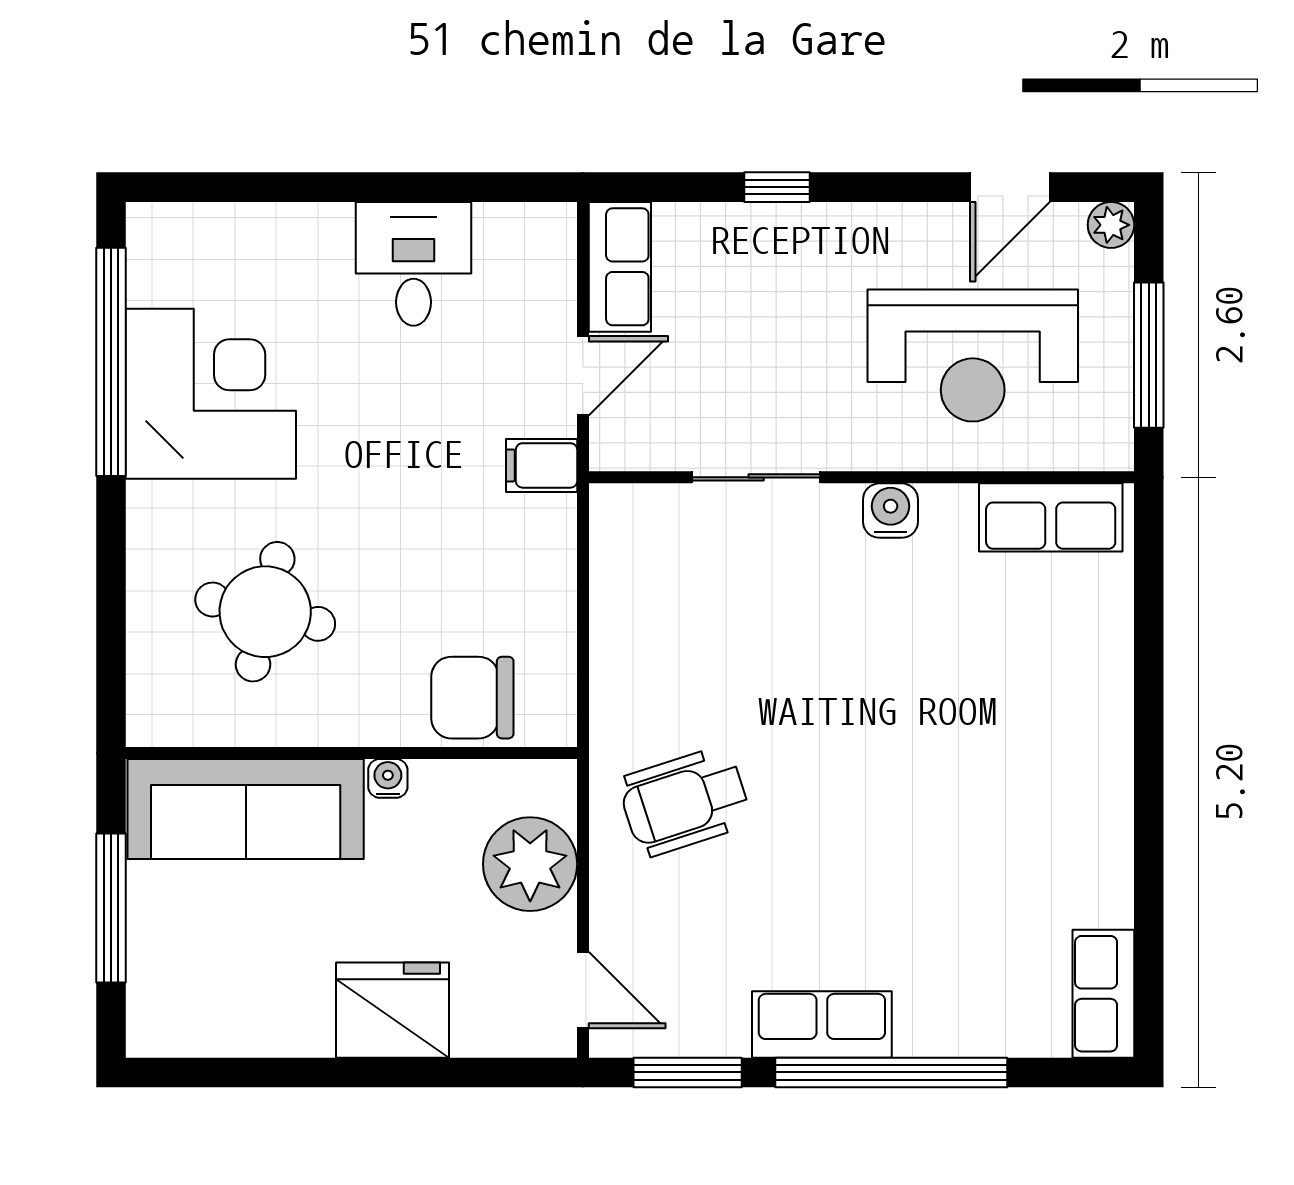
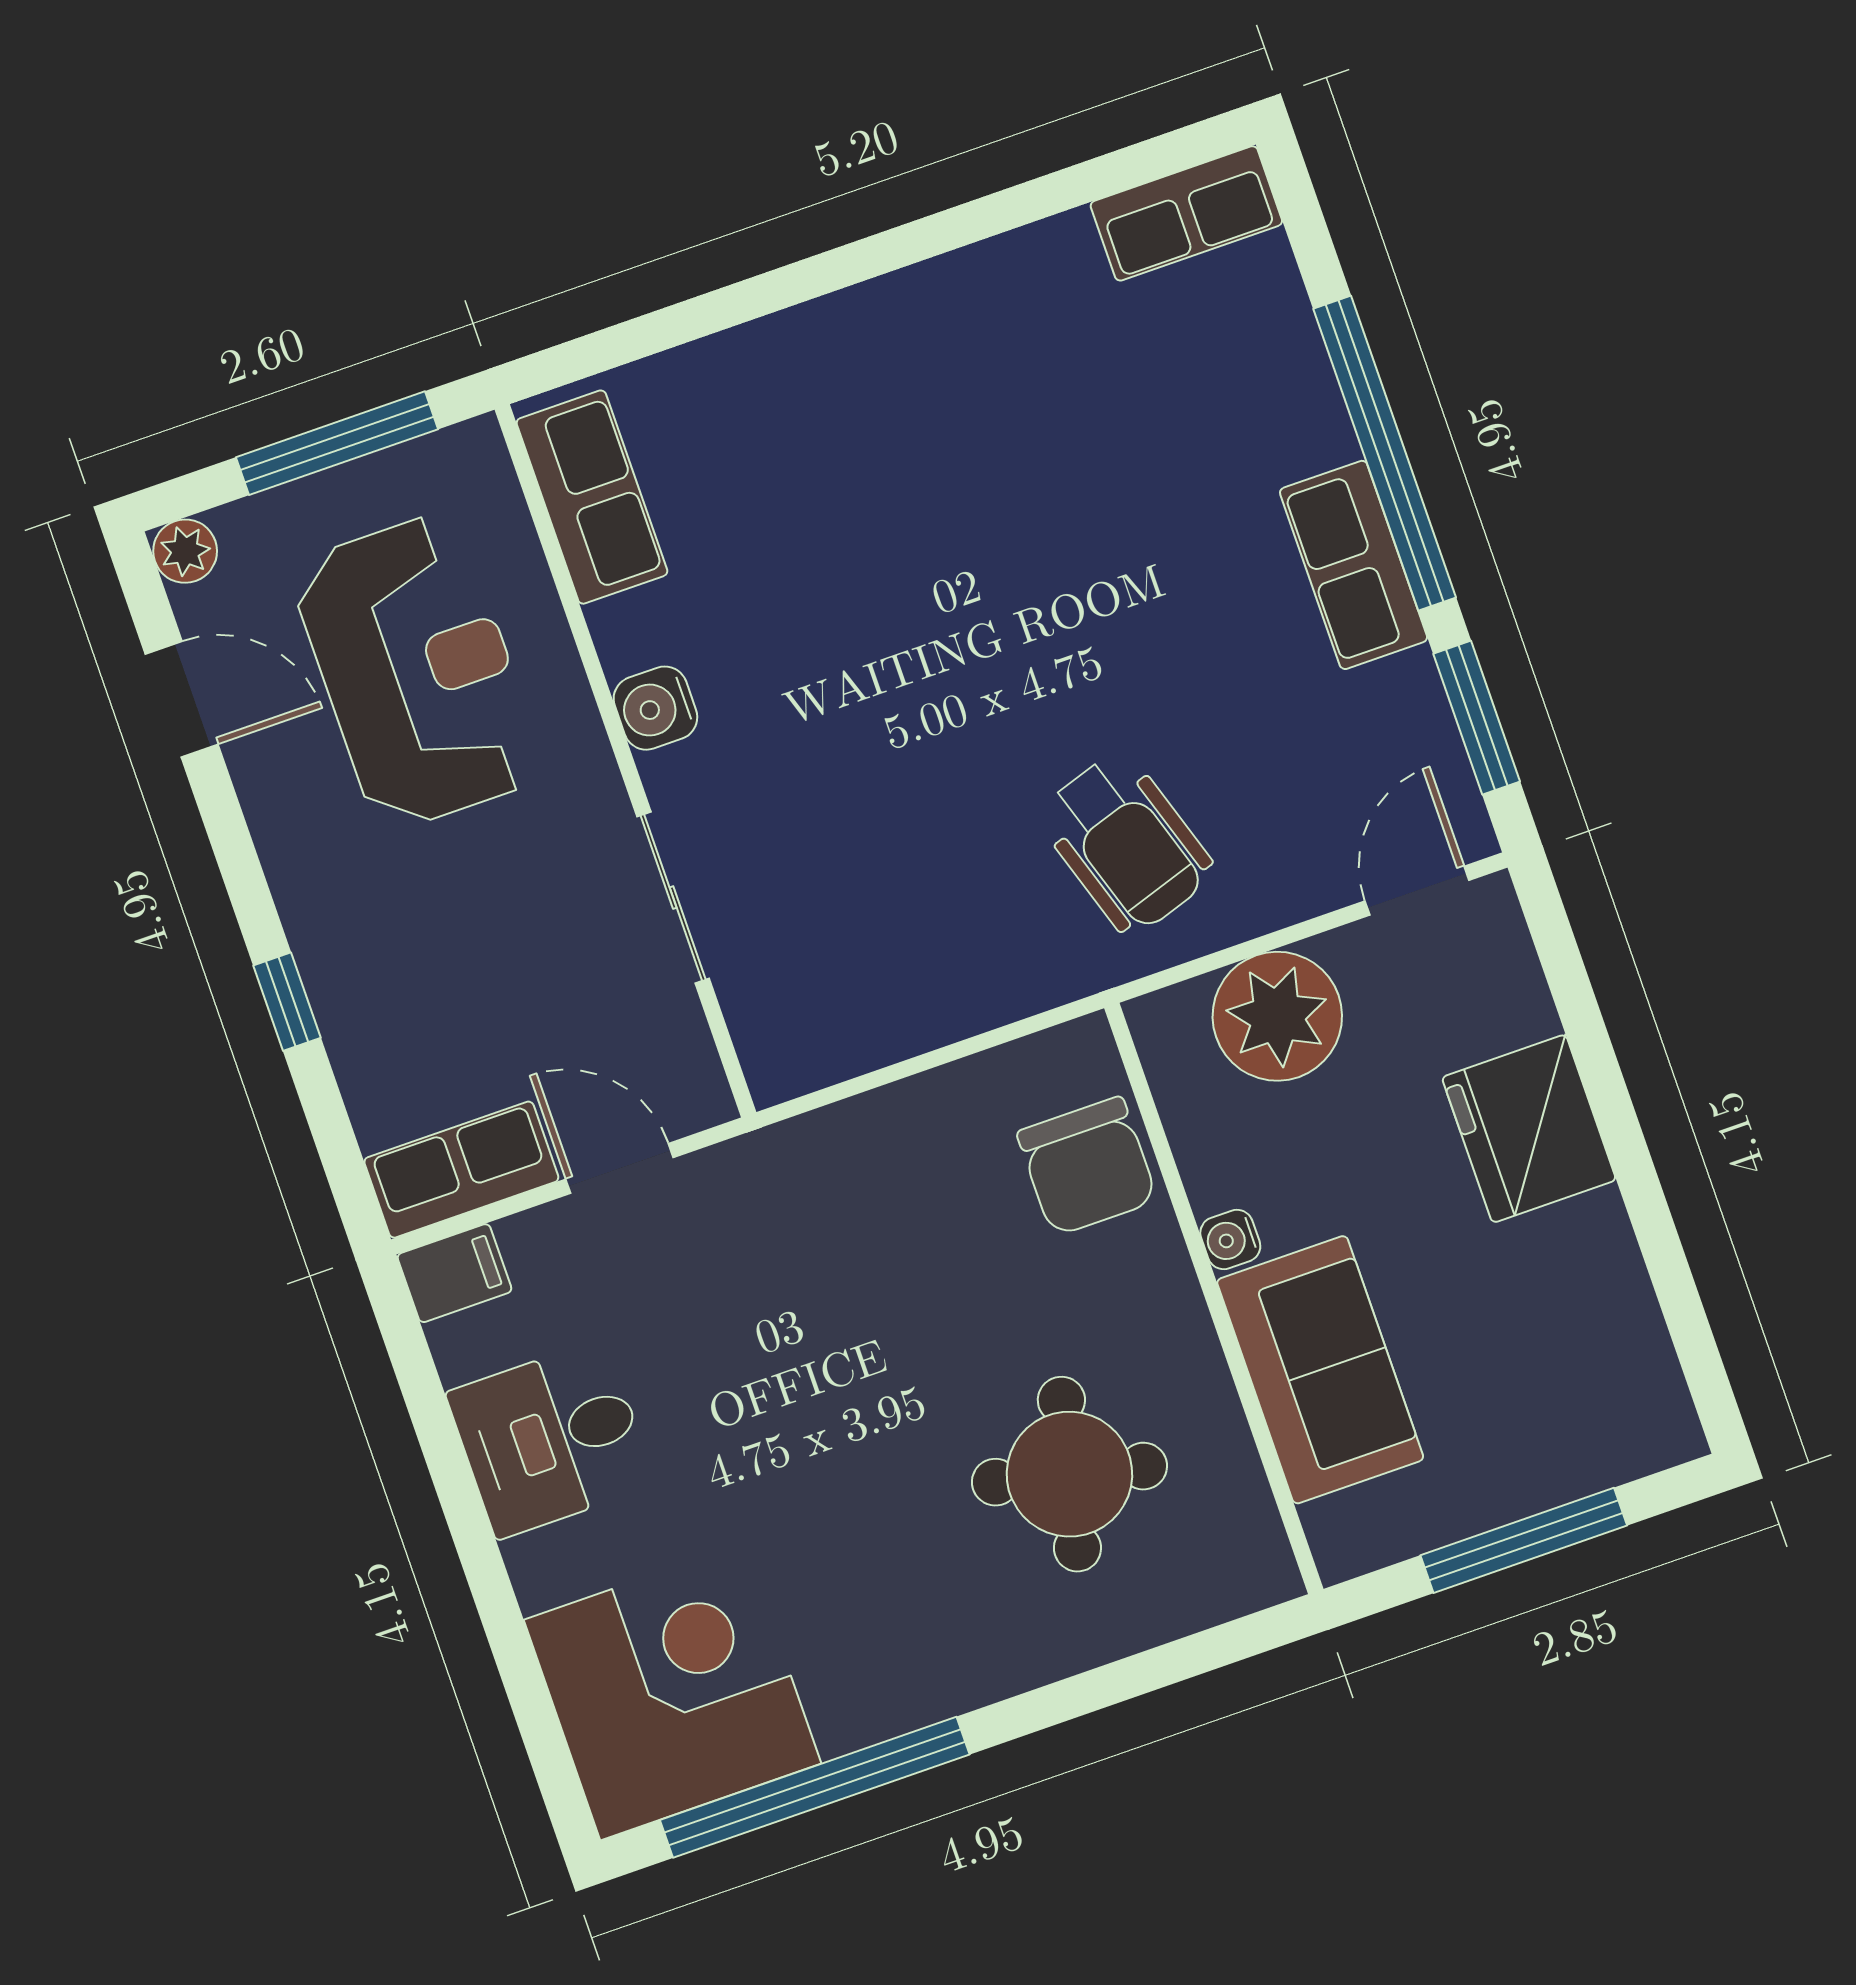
corner desk: (211, 394) -> (672, 1692), moved, turned 90
filing cabinet: (542, 465) -> (454, 1273), moved, turned -90
sofa: (246, 809) -> (1320, 1370), width x0.73

